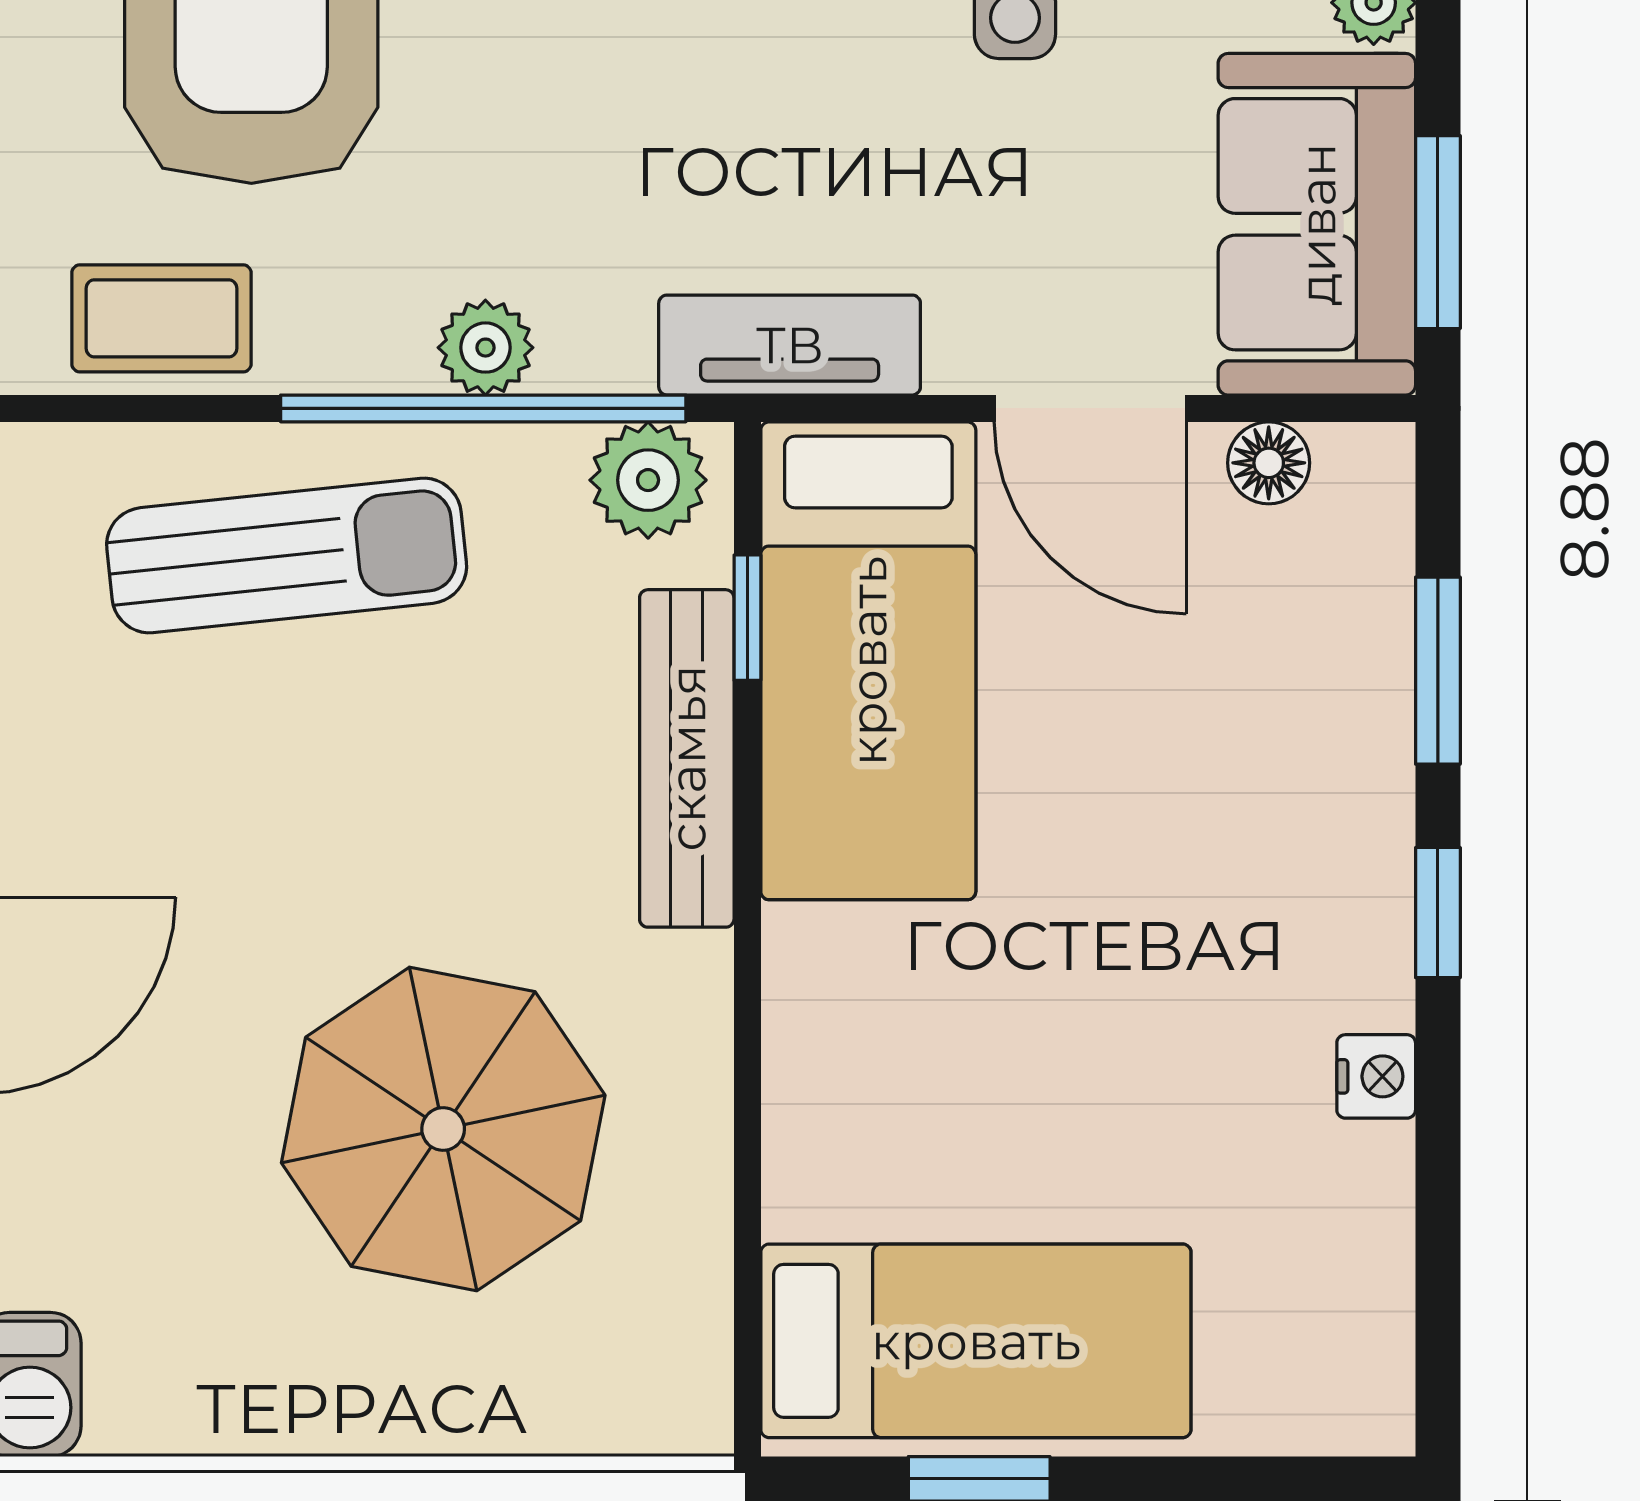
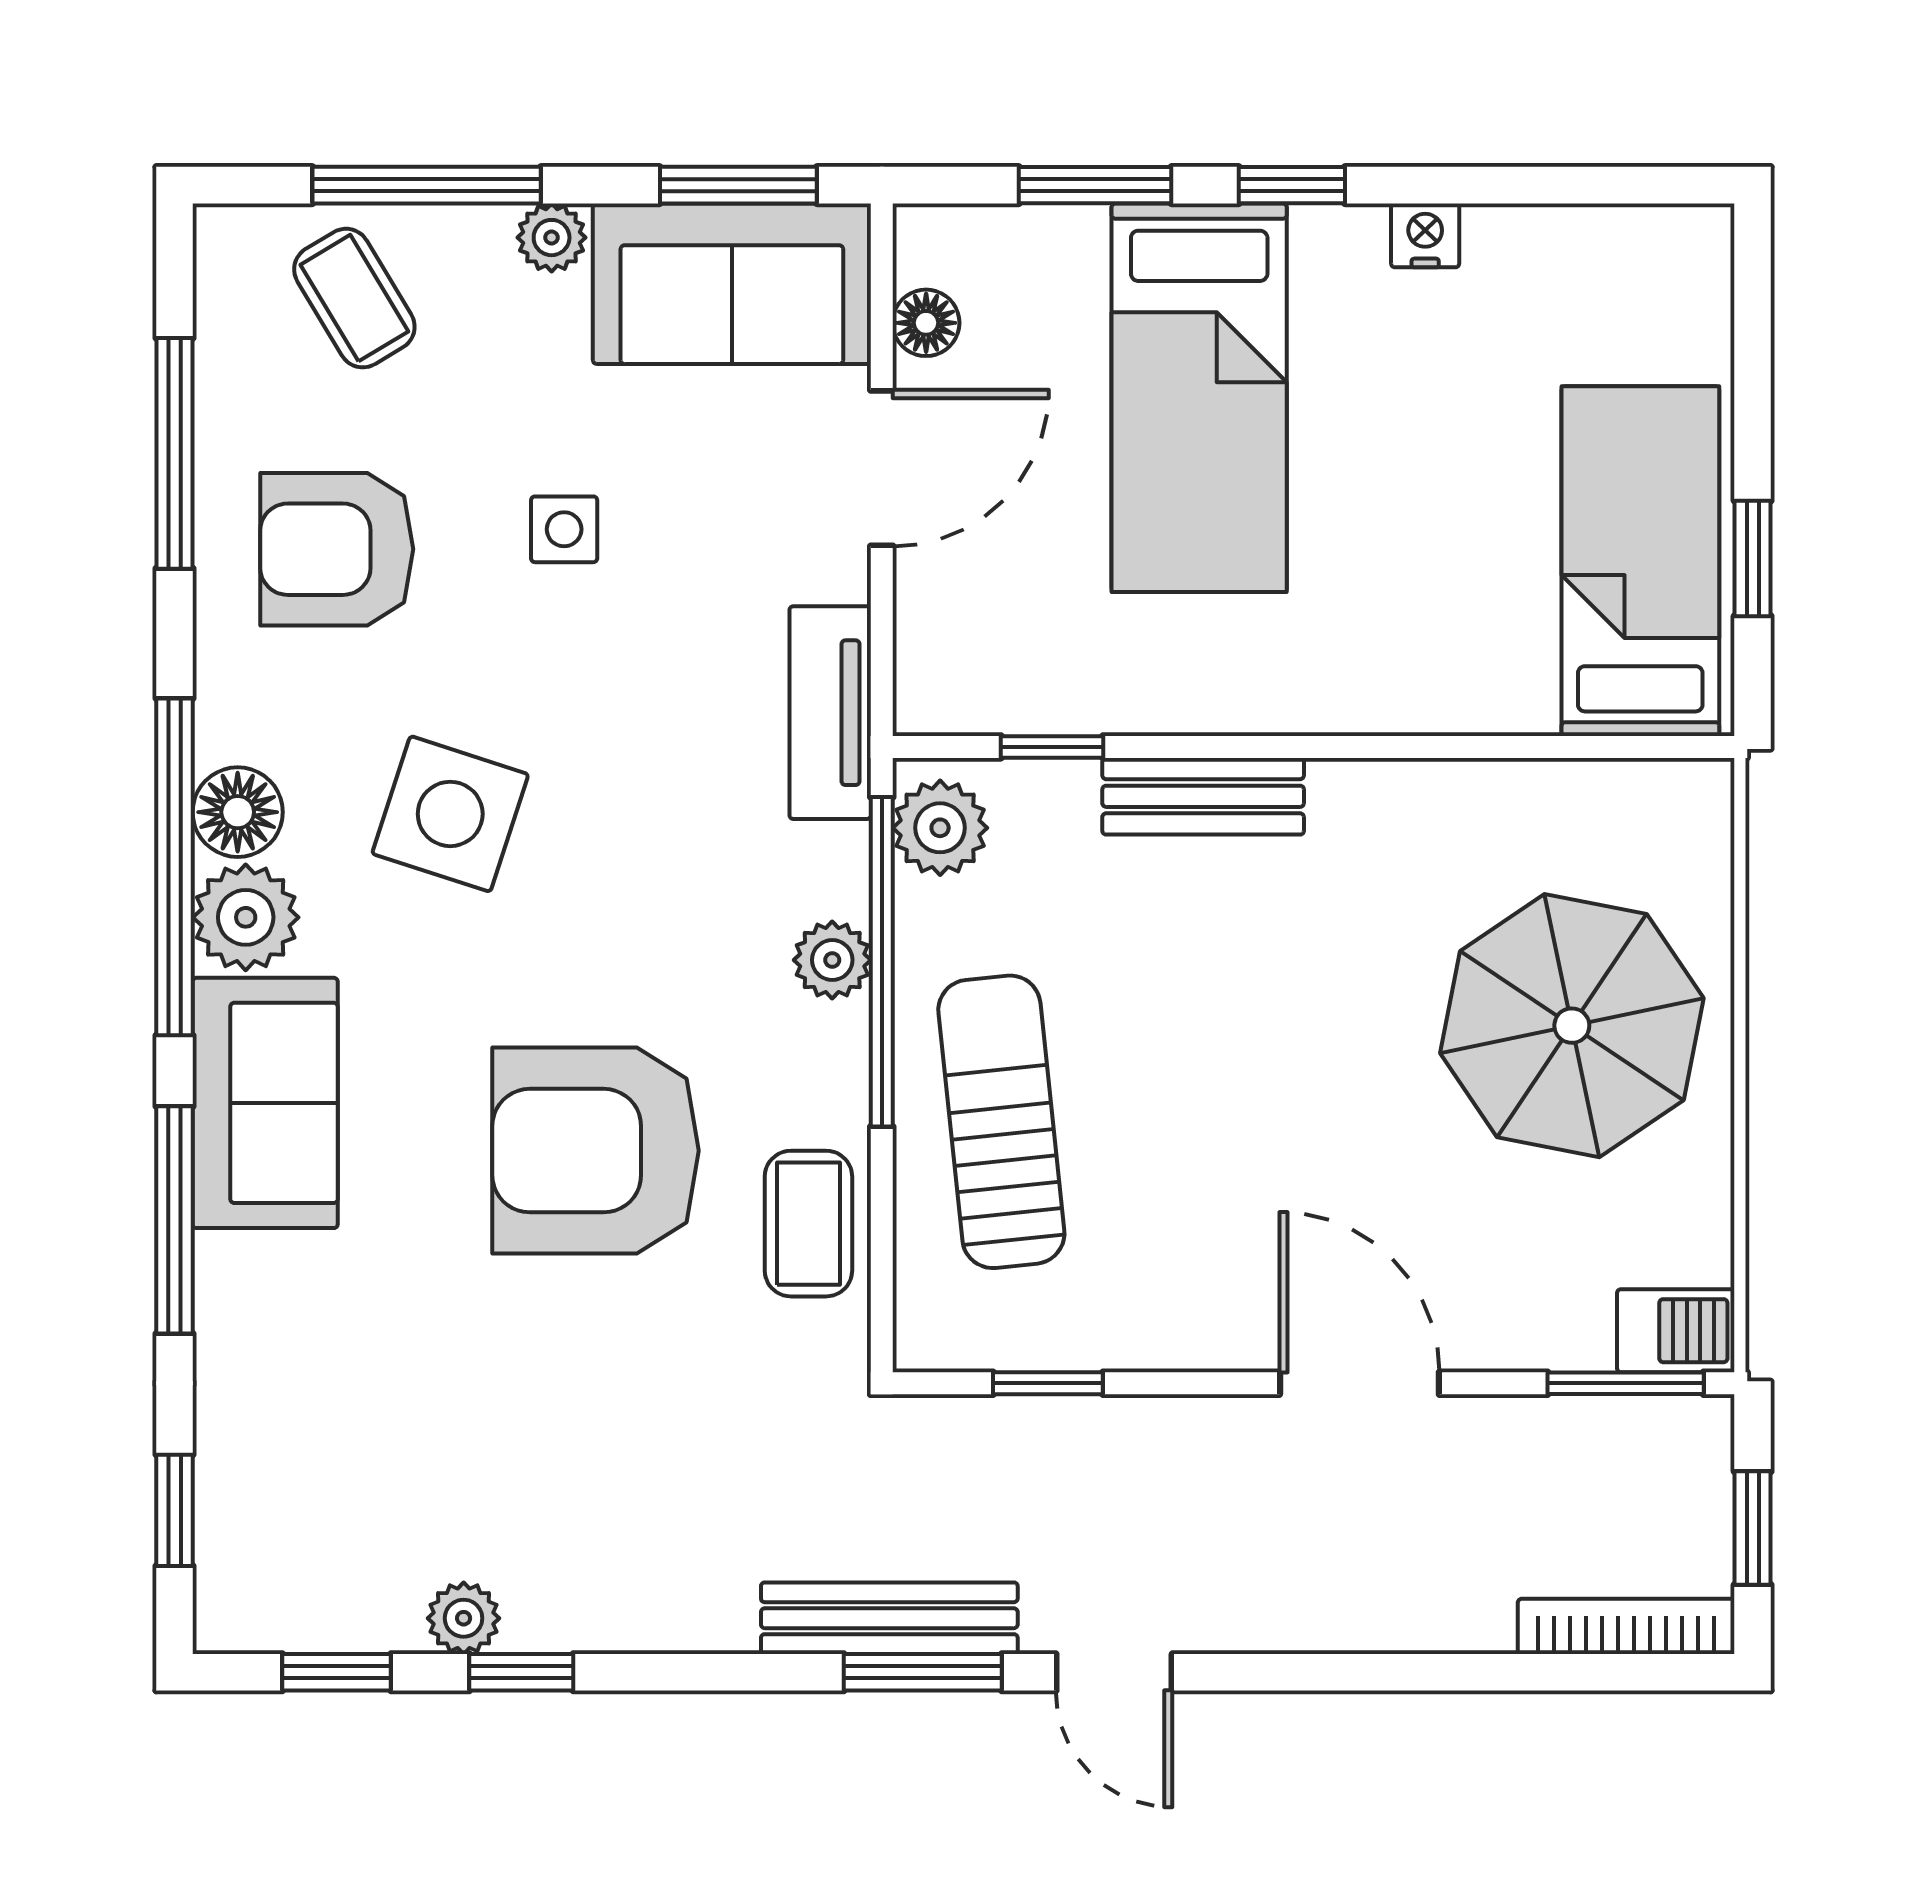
bed: (868, 661) -> (1199, 398), moved, turned 90
bench: (687, 758) -> (1203, 796), width x0.73
parasol: (443, 1129) -> (1572, 1026), moved

